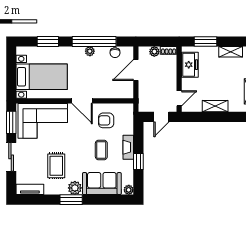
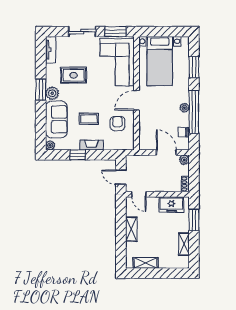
plant: (154, 52) -> (184, 160), moved

